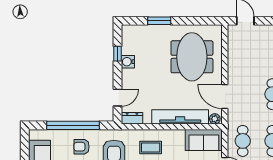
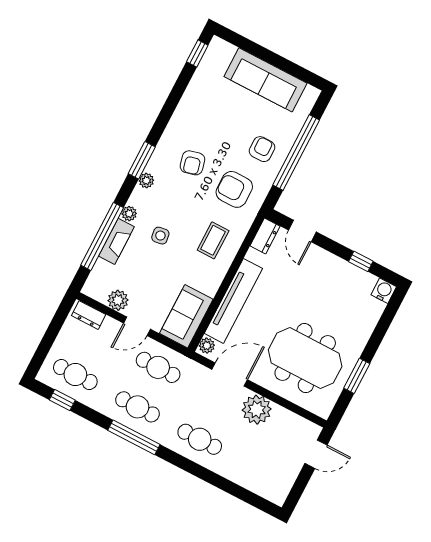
window: (159, 21) -> (357, 376), moved
water cooler: (128, 62) -> (384, 291), moved
plant: (237, 70) -> (257, 410), added

